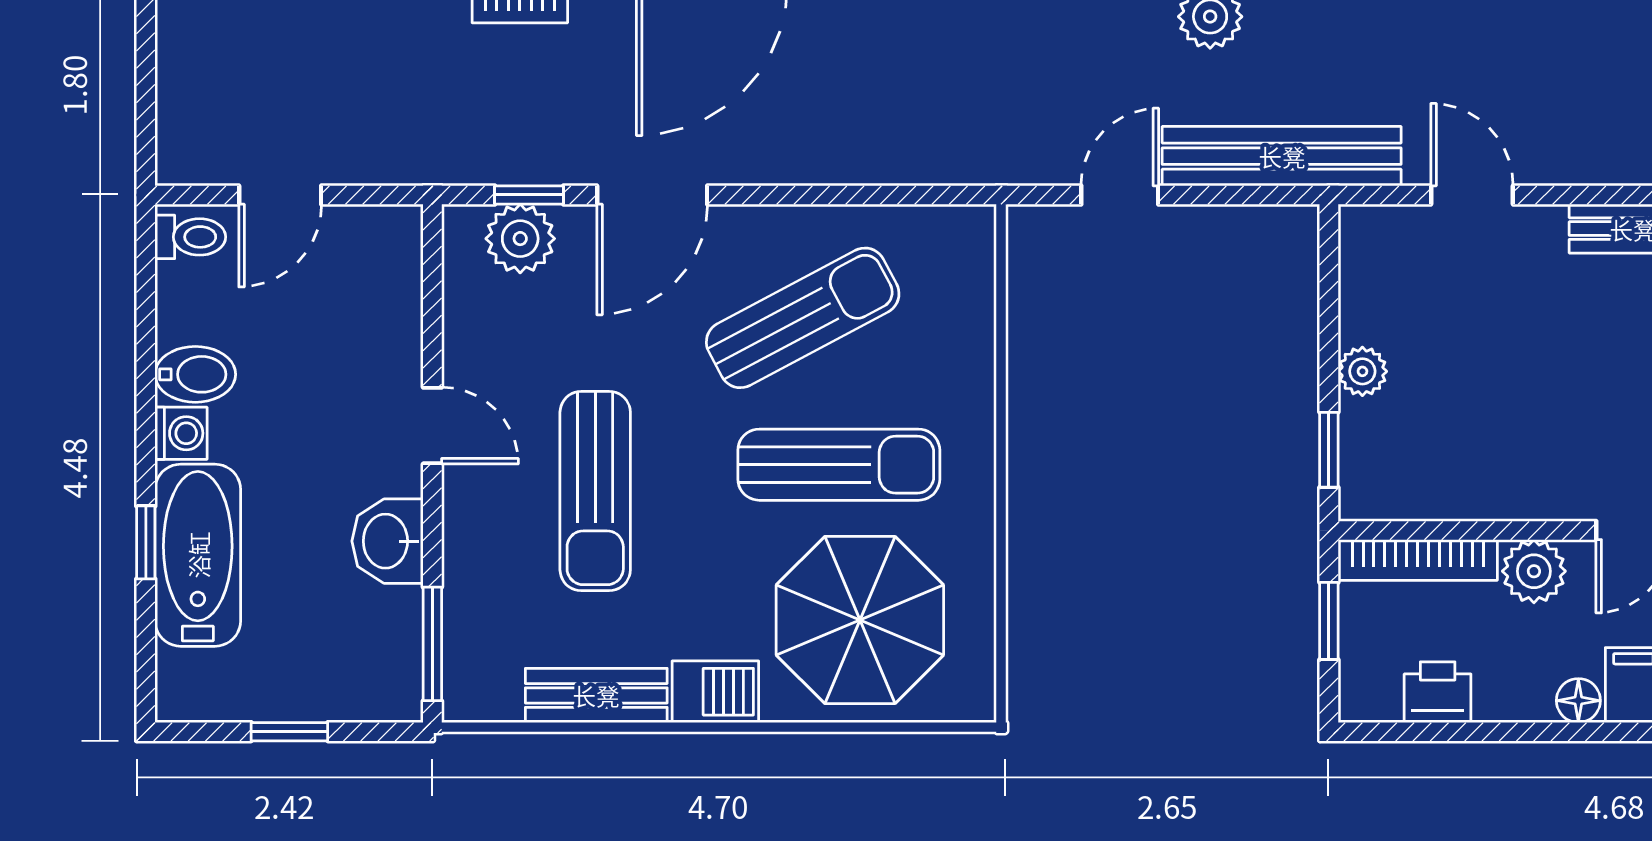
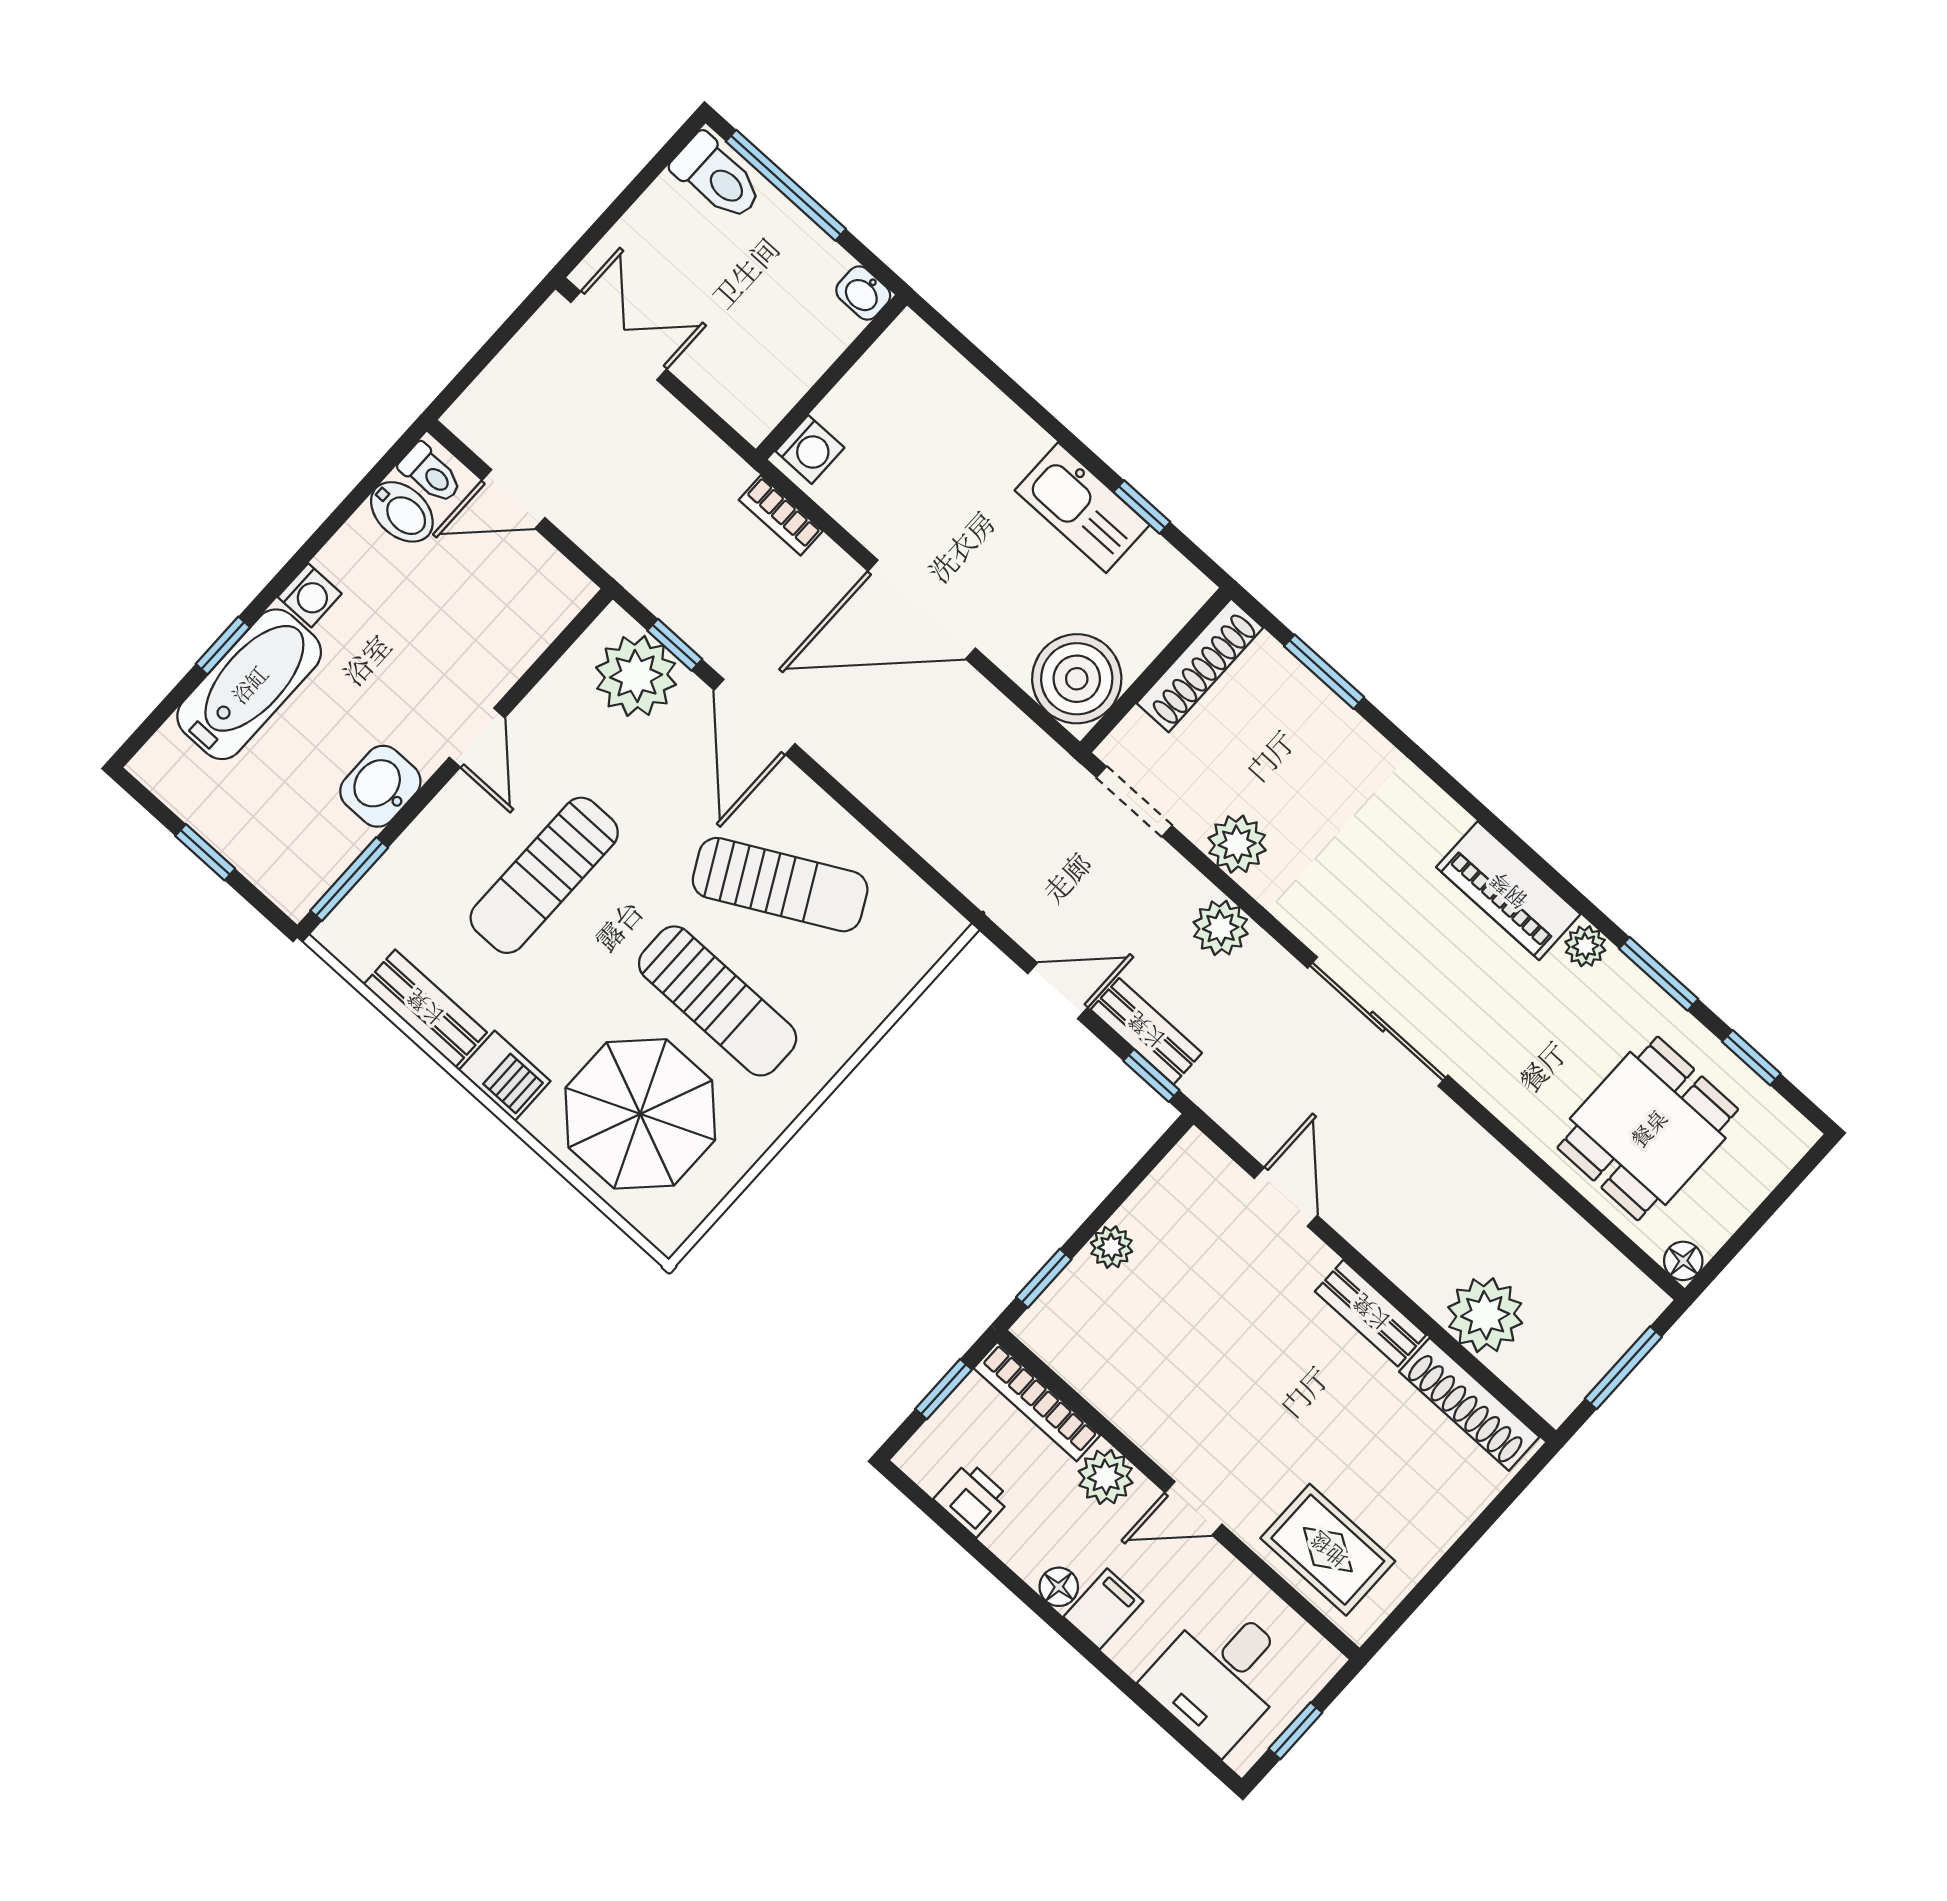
bench: (1282, 156) -> (1146, 1031), width x0.54, depth x0.82
door: (652, 195) -> (755, 717), hinge flipped
window: (1265, 195) -> (1151, 1075), added
plant: (520, 239) -> (636, 676), width x1.36, depth x1.36
bidet: (195, 374) -> (402, 512), moved

